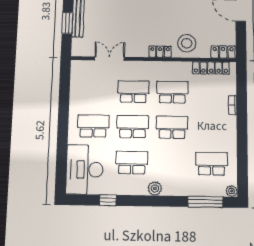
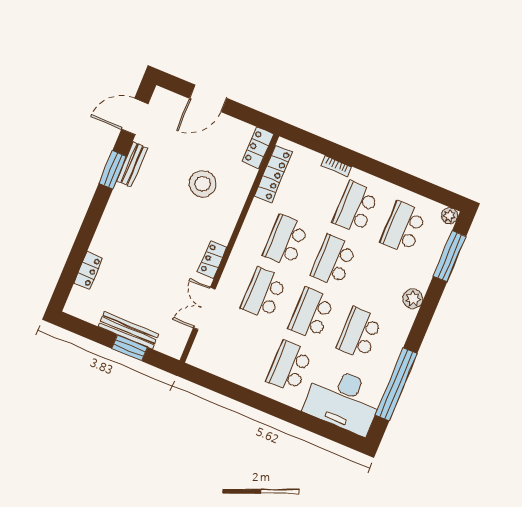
stool: (187, 43) -> (203, 184), moved
locker: (160, 52) -> (212, 260), moved
school desk: (211, 128) -> (355, 208), added
plant: (155, 188) -> (413, 299), moved
window: (108, 200) -> (396, 384), width x3.17

